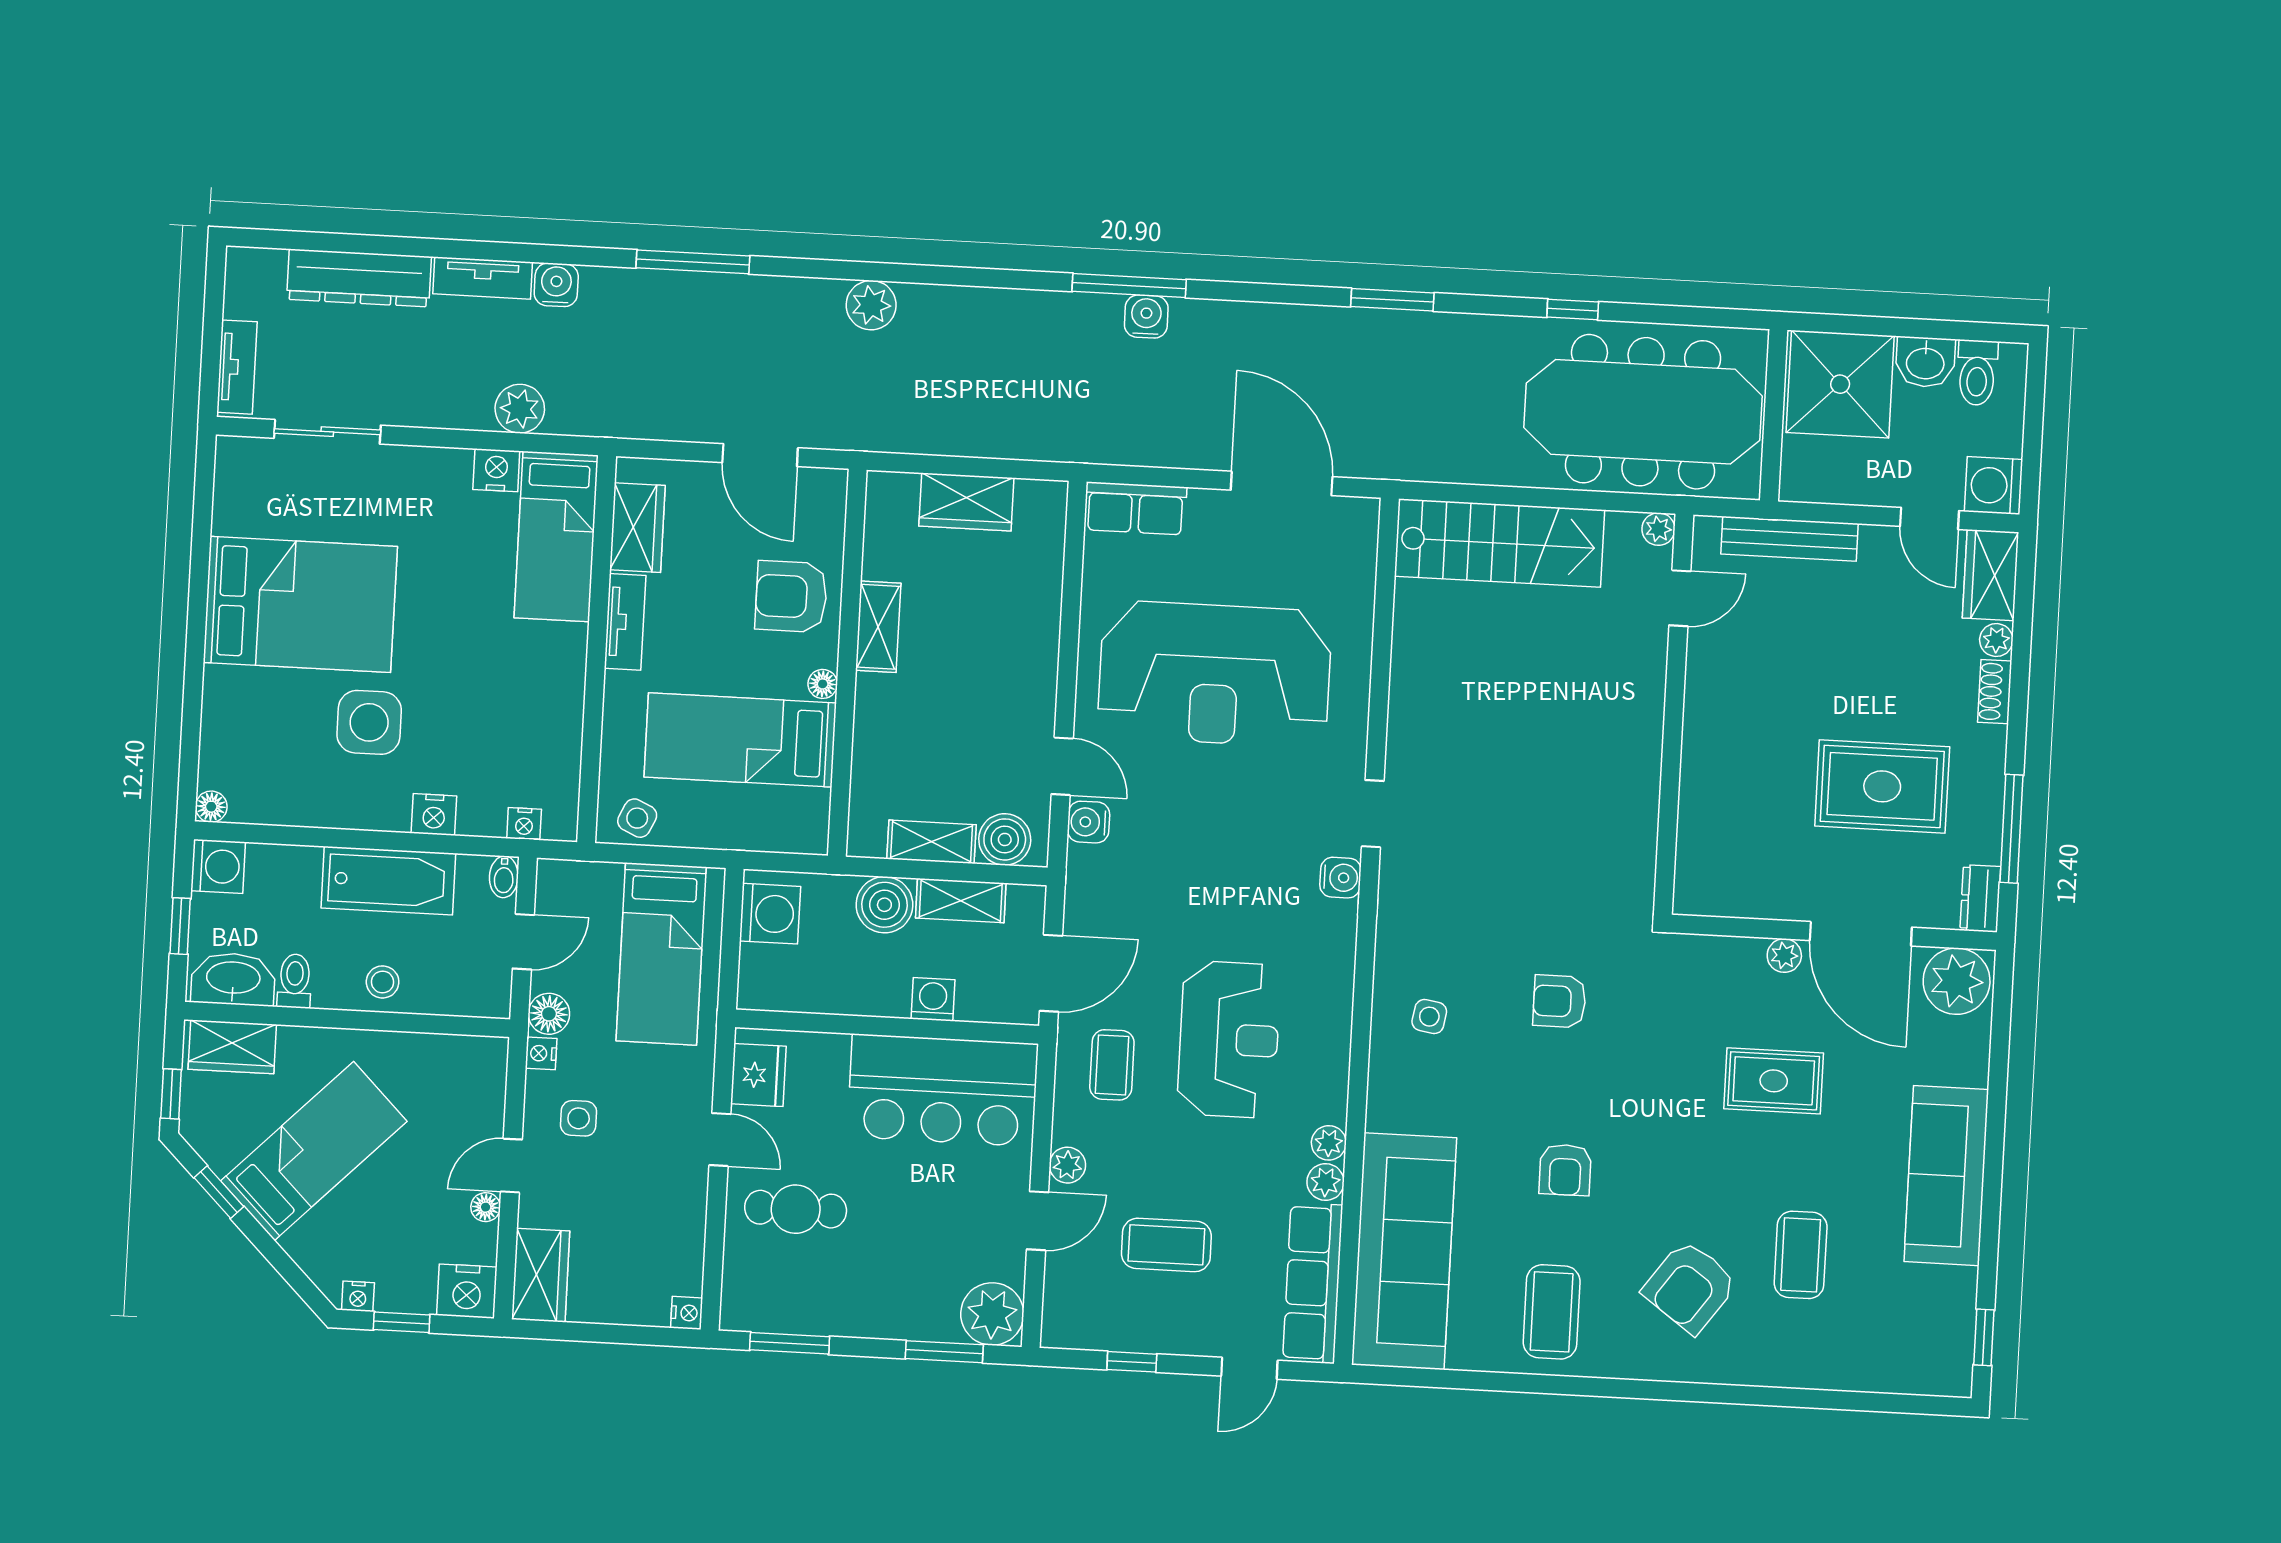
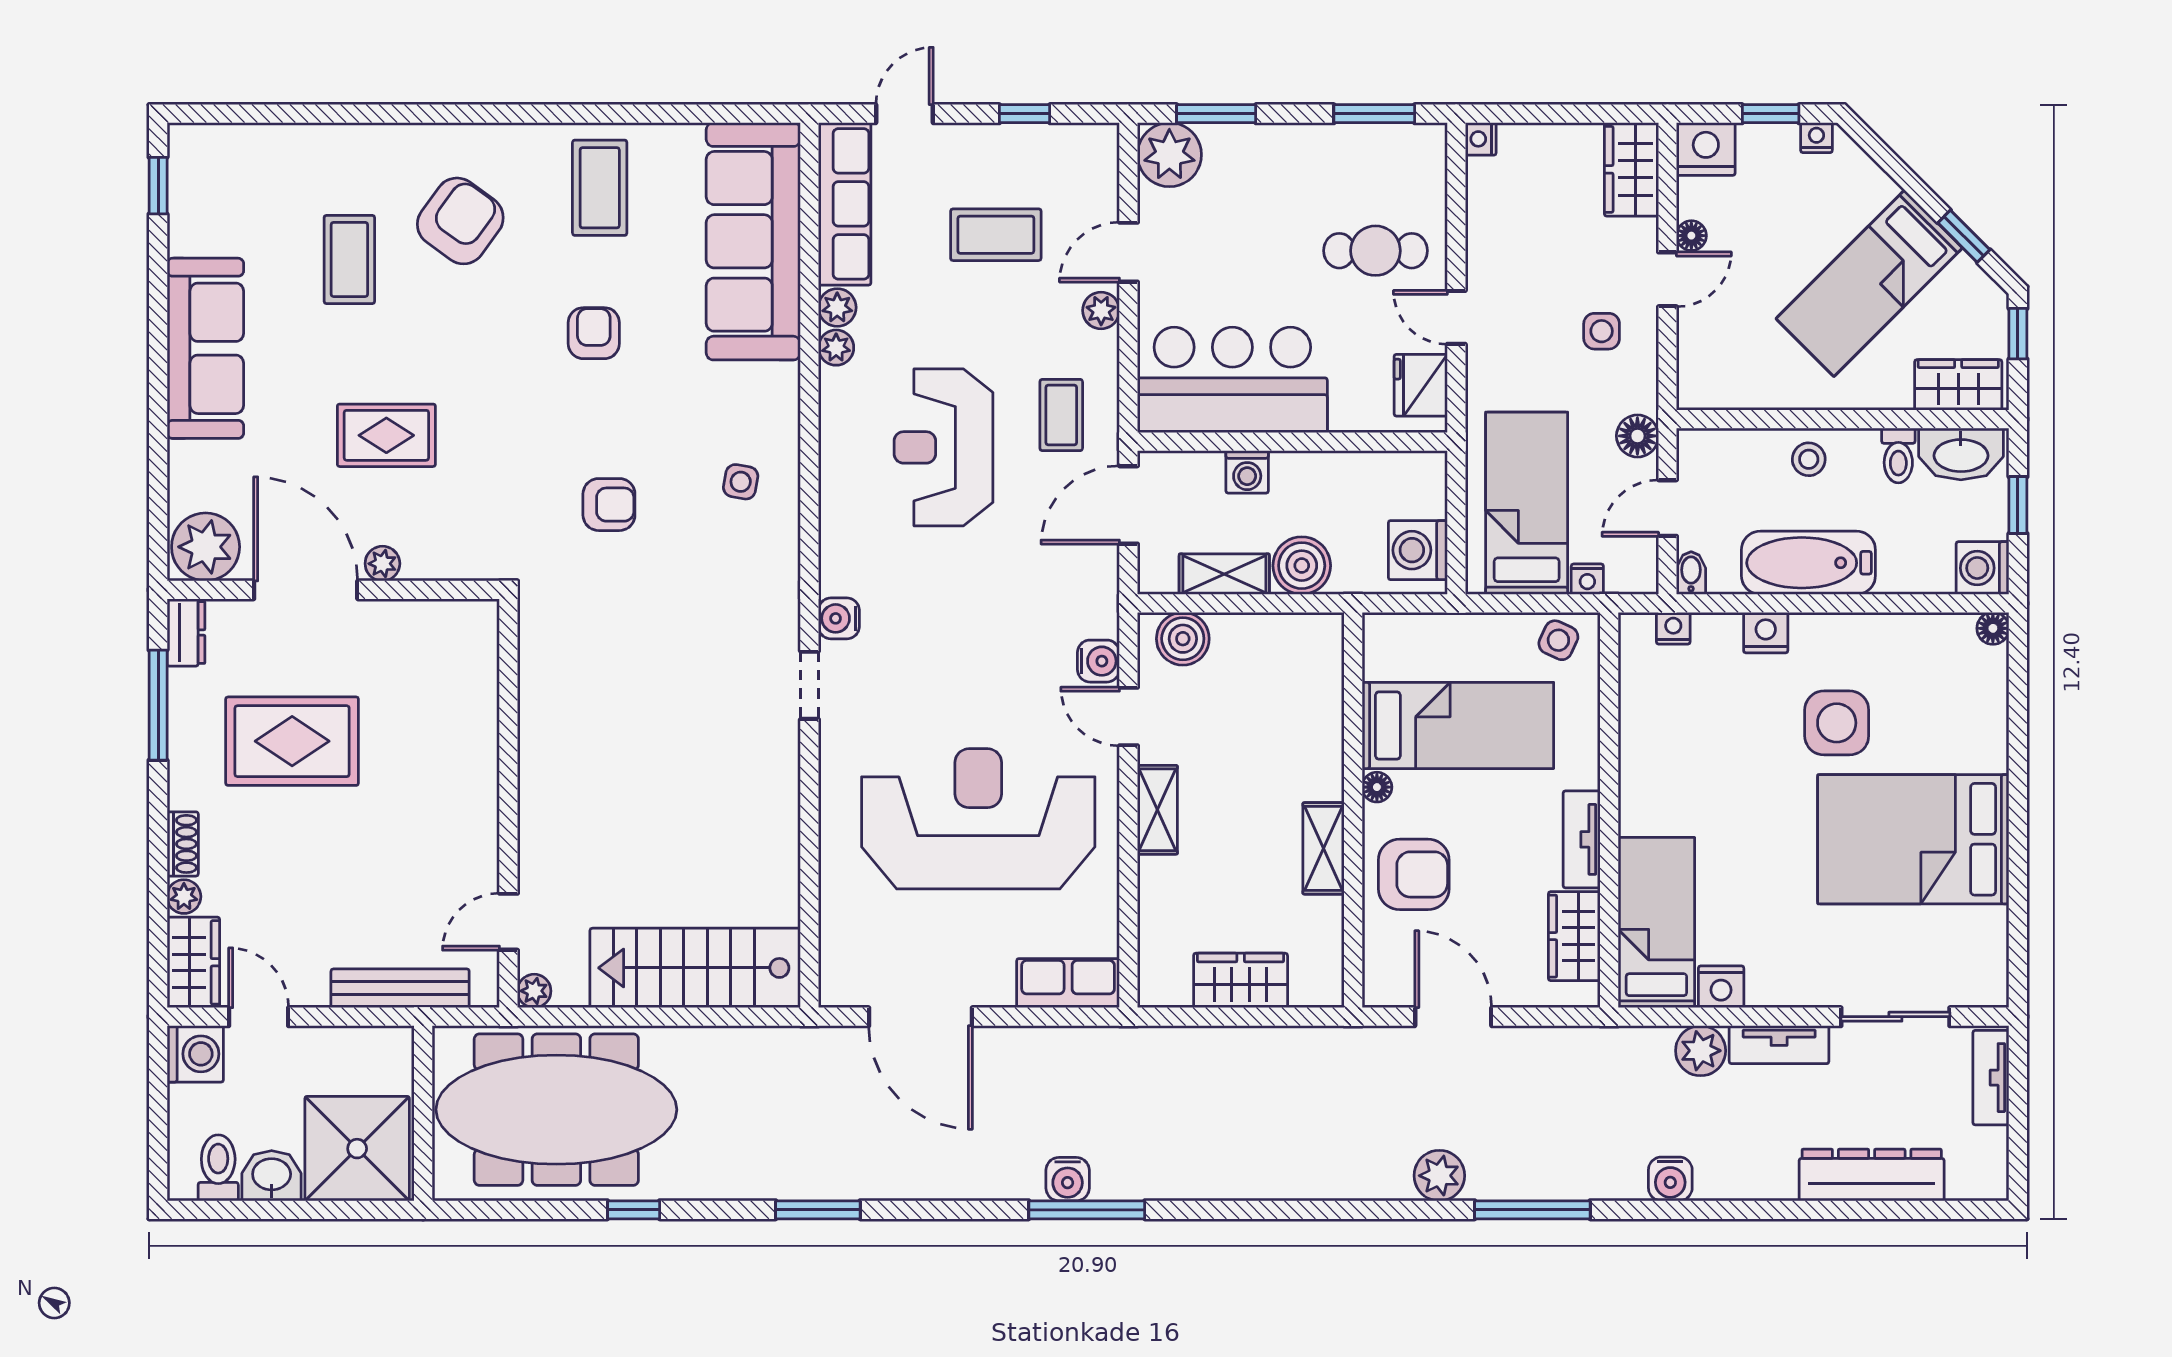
tv unit: (483, 278) -> (1779, 1045), moved, turned 180
plant: (871, 305) -> (1439, 1176), moved
shelving: (932, 842) -> (1157, 810), moved, turned 90
nightstand: (541, 1053) -> (1587, 579), moved, turned 90

